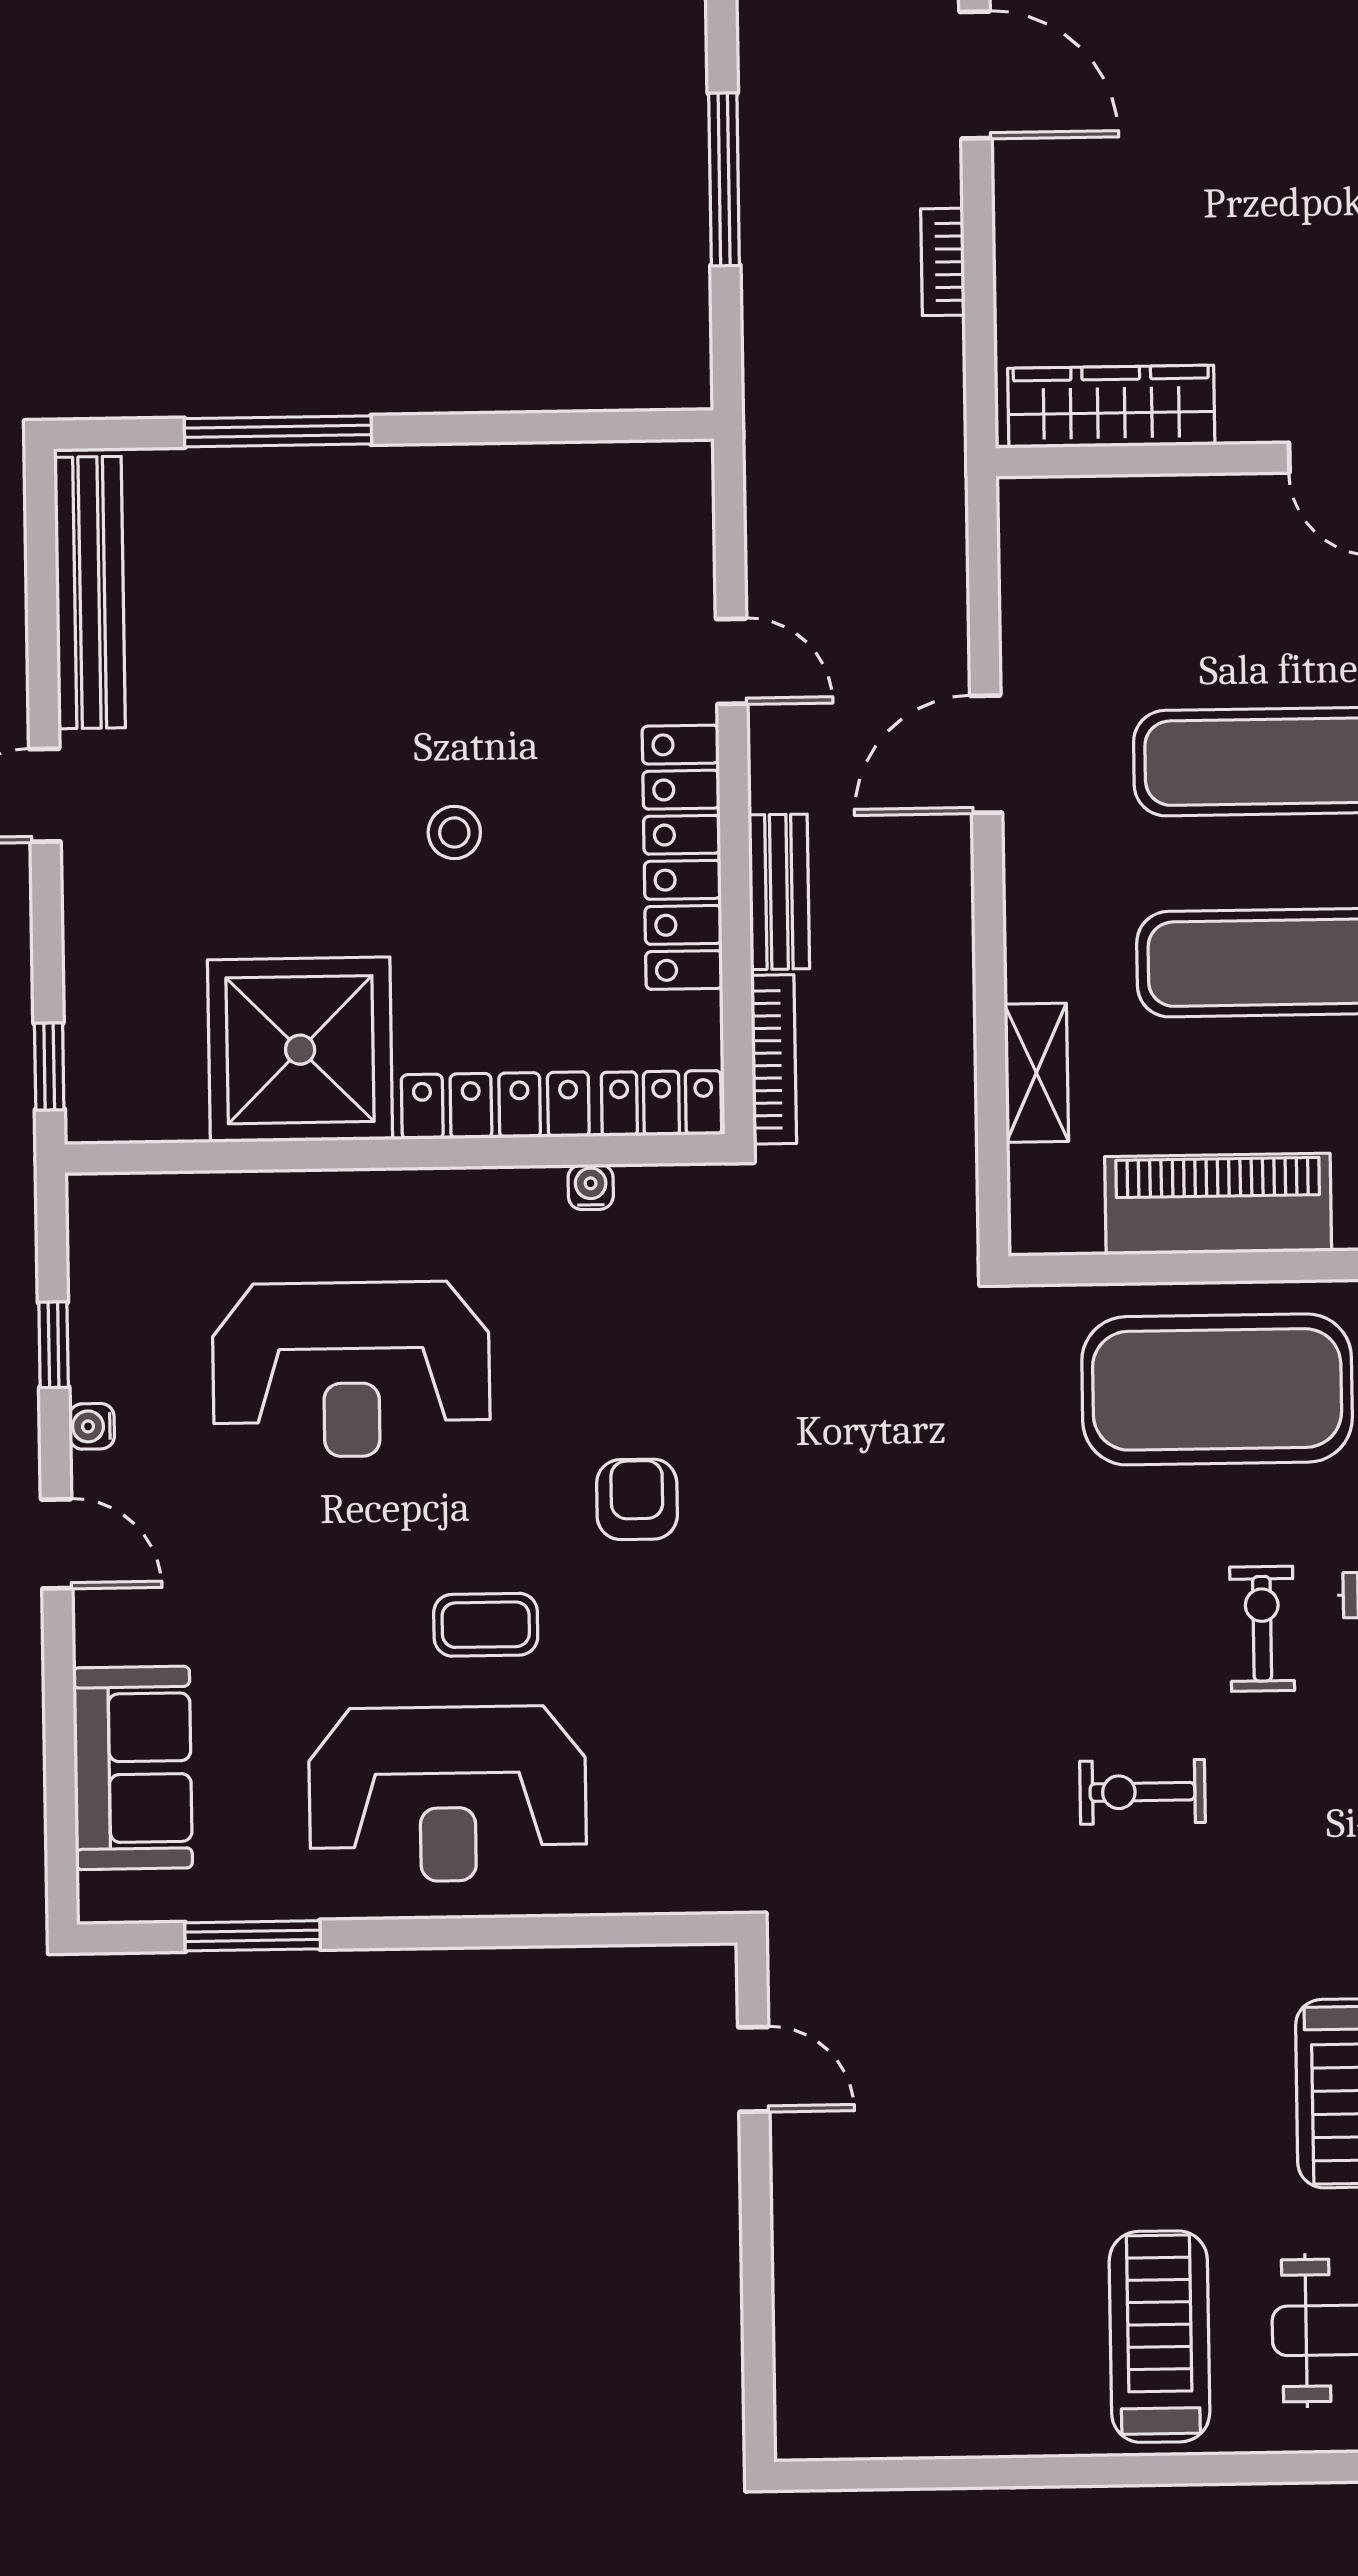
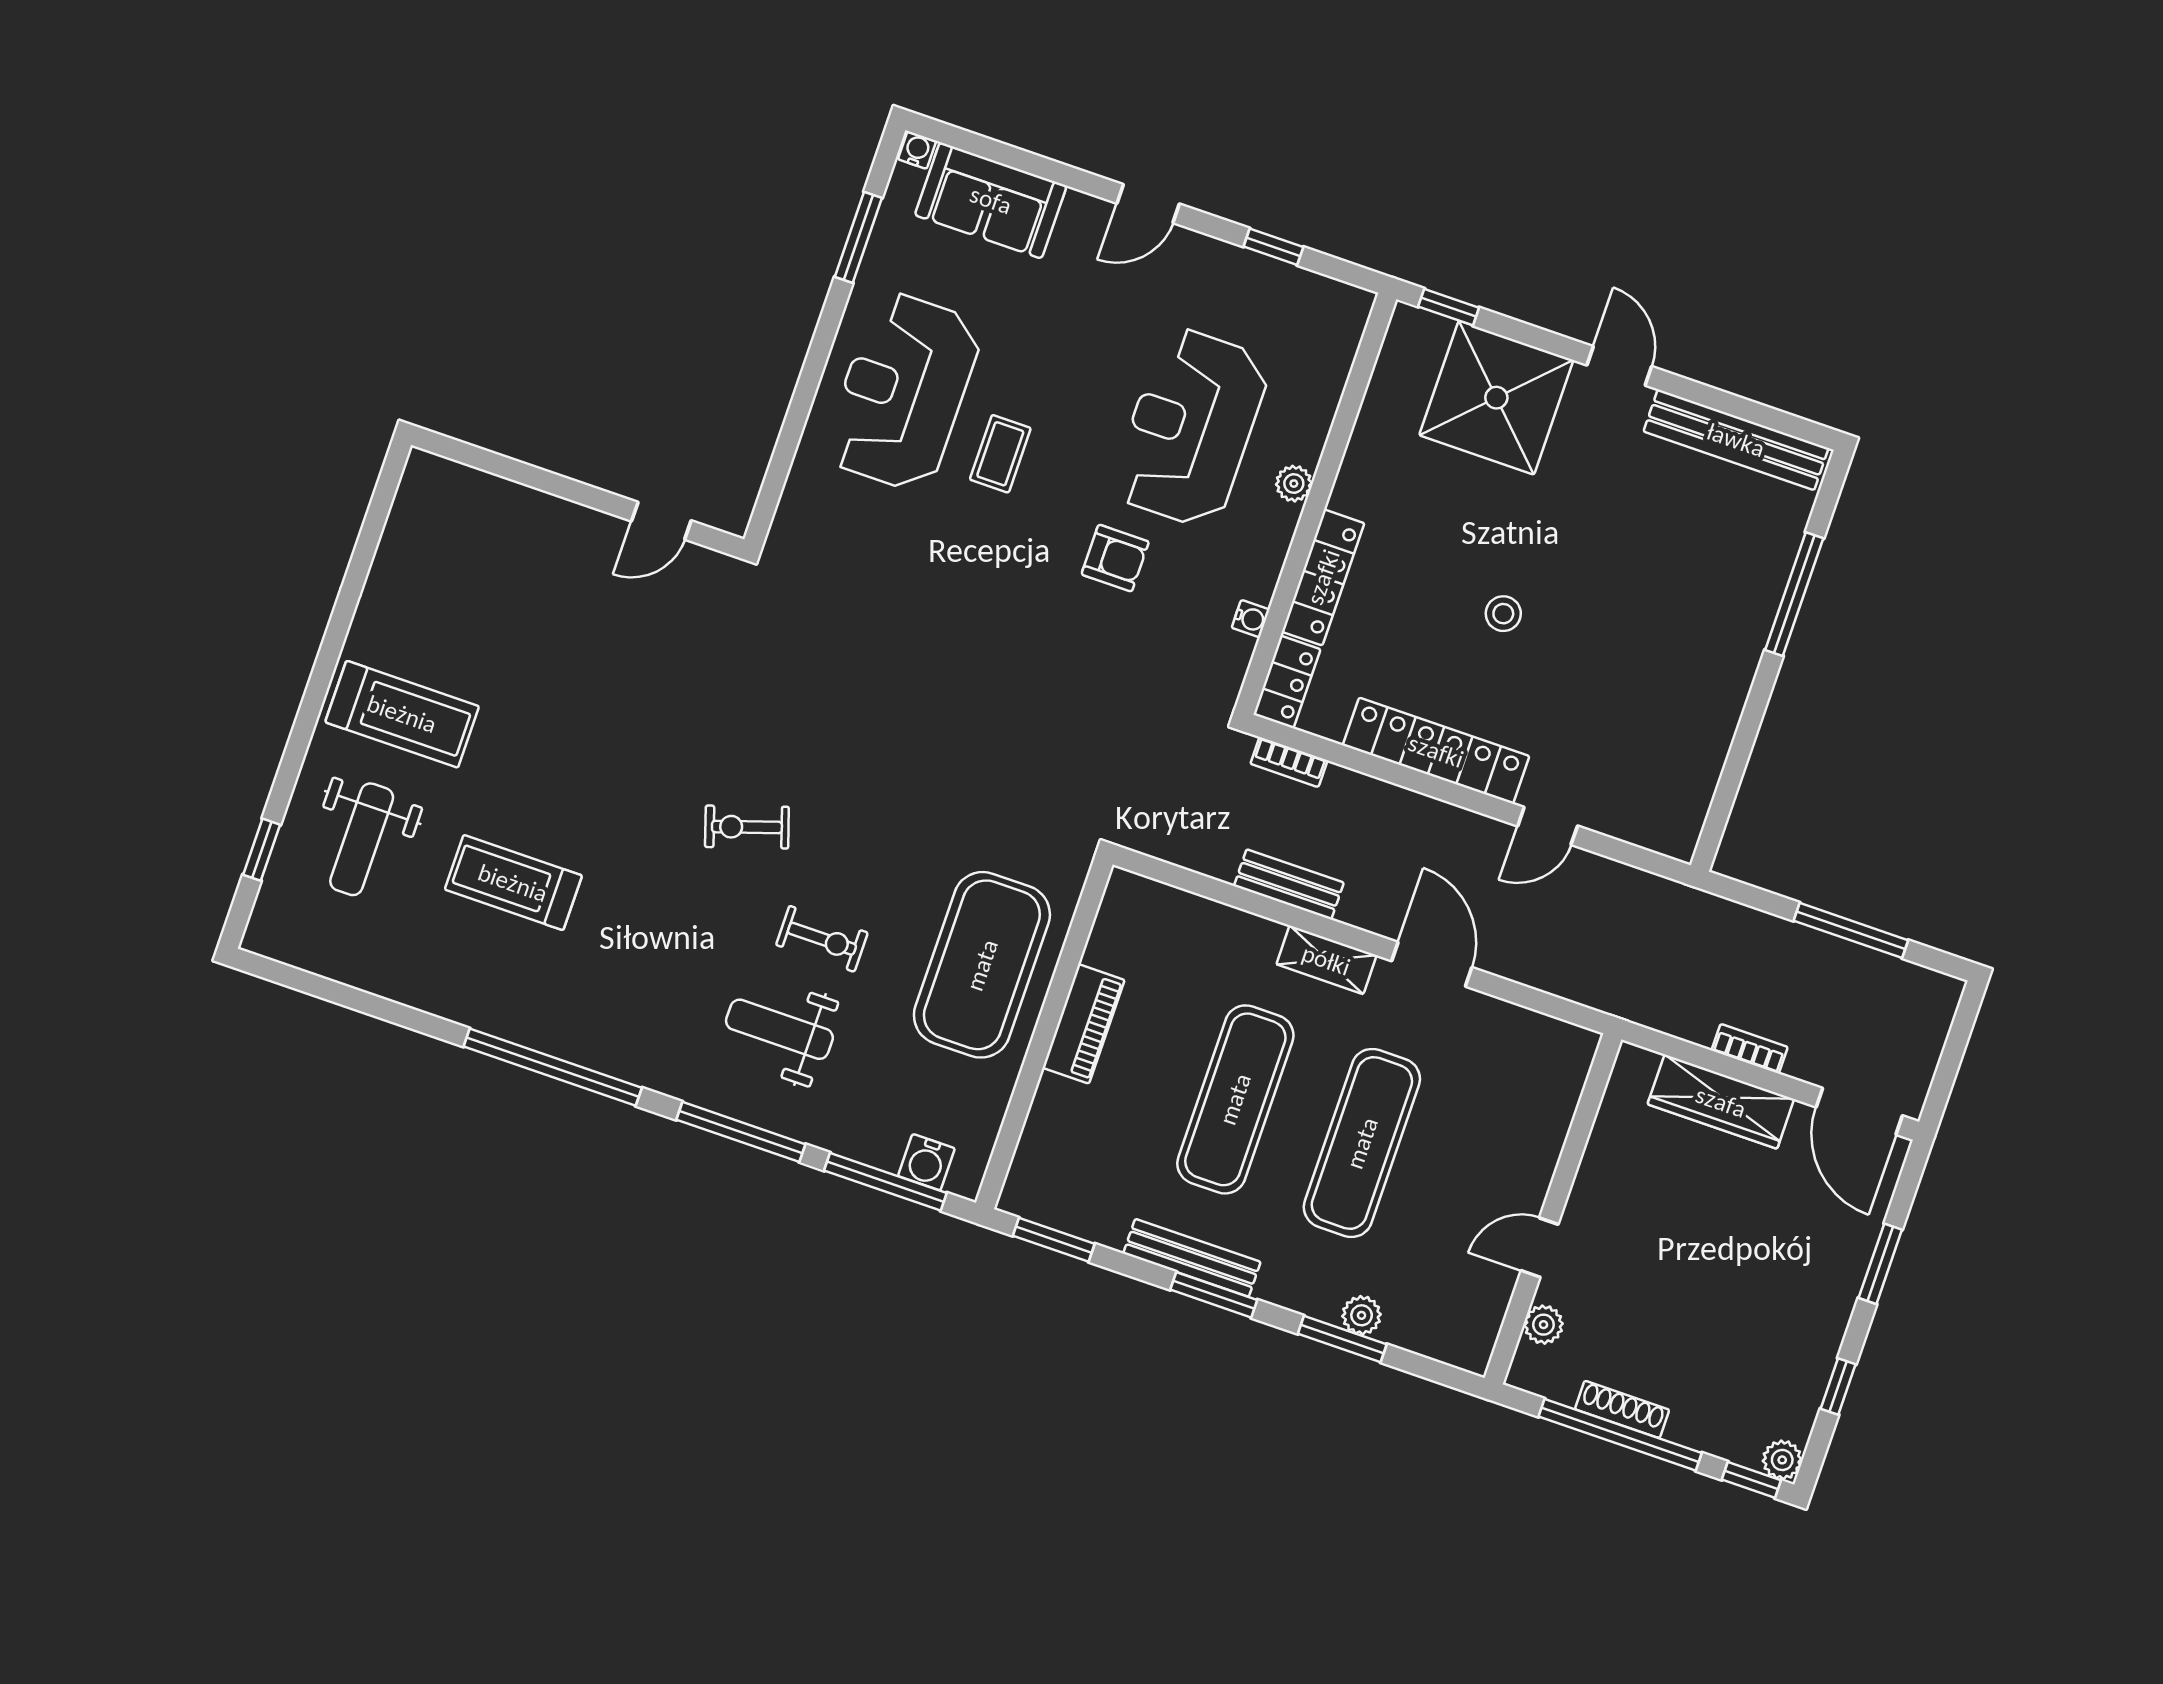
door: (975, 75) -> (1859, 1111), hinge flipped
wardrobe: (1111, 407) -> (1721, 1102), moved, turned 90
bench: (779, 892) -> (1289, 884), moved
shower: (300, 1050) -> (1496, 398), moved
bookcase: (774, 1059) -> (1289, 762), width x0.64
shelving: (1036, 1073) -> (1326, 960), moved
plant: (378, 1195) -> (1294, 484), added
piano: (1218, 1204) -> (1084, 1024), width x0.73, depth x0.75
water cooler: (92, 1426) -> (917, 150), moved
armchair: (637, 1499) -> (1115, 558), moved
exercise bike: (1142, 1792) -> (747, 827), turned -108

